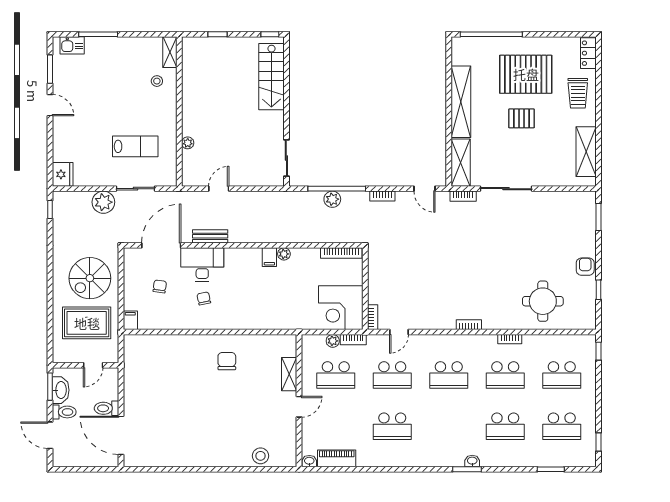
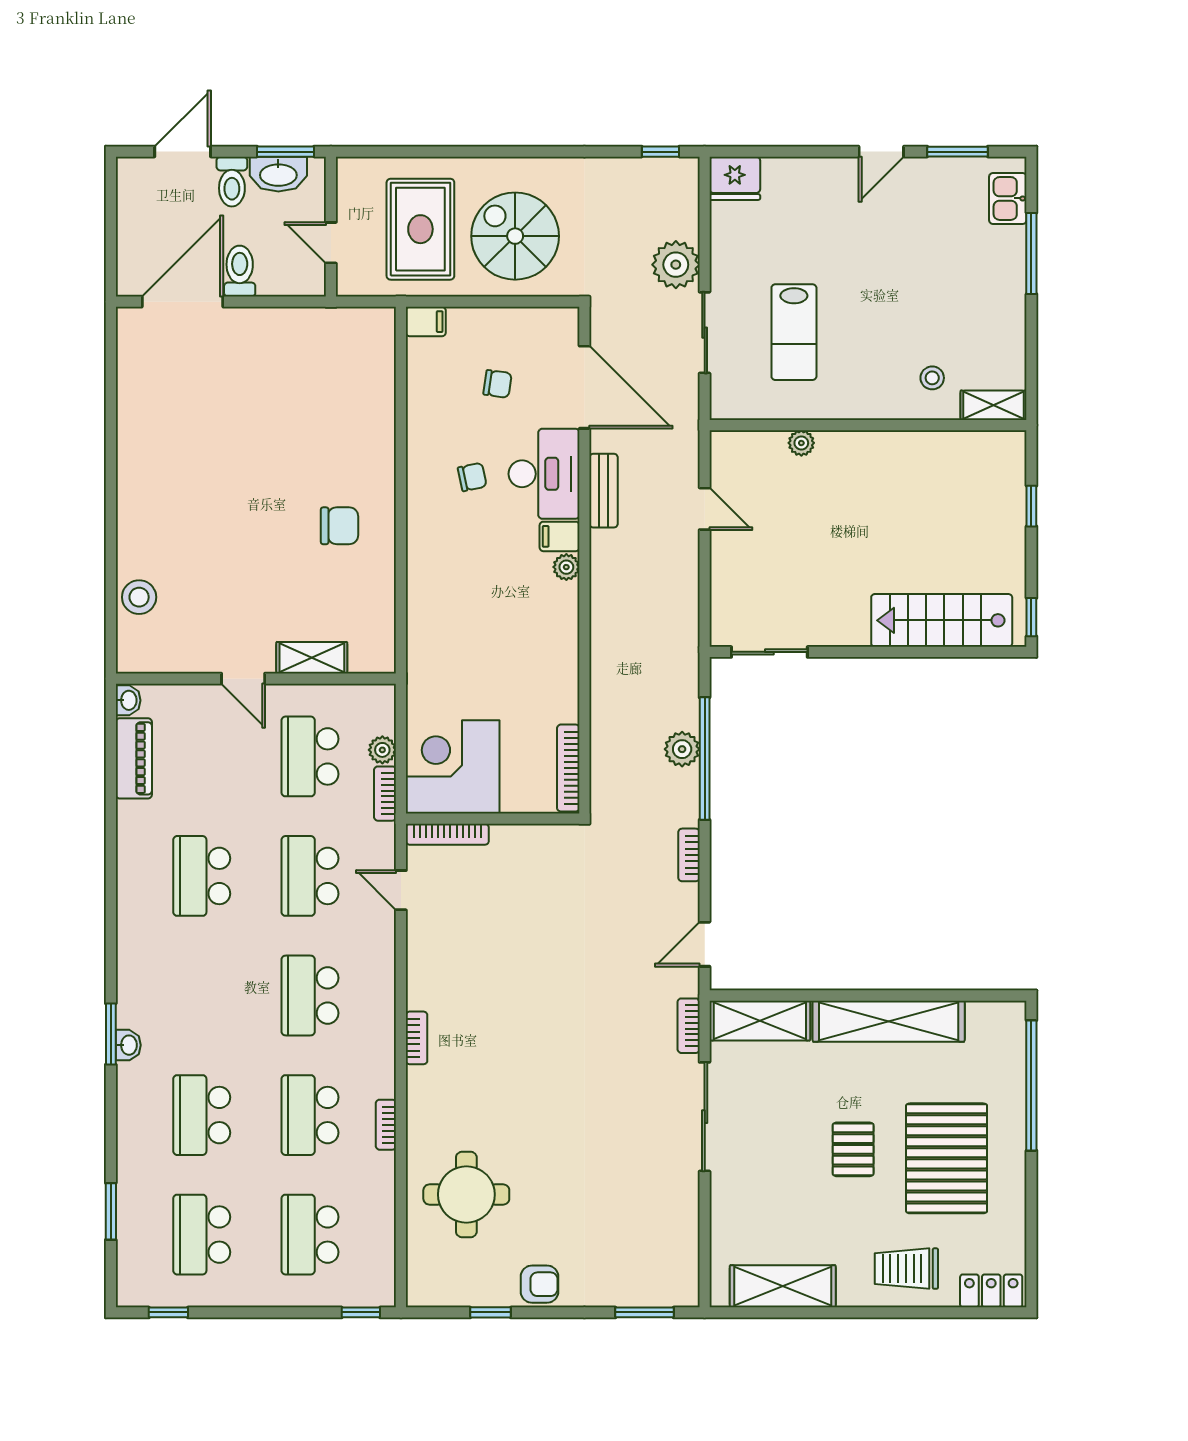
plant: (284, 254) -> (566, 567), moved
filing cabinet: (269, 257) -> (560, 536), moved
bookcase: (373, 317) -> (447, 834), width x1.56

